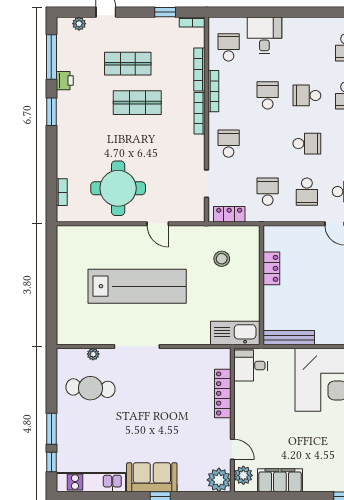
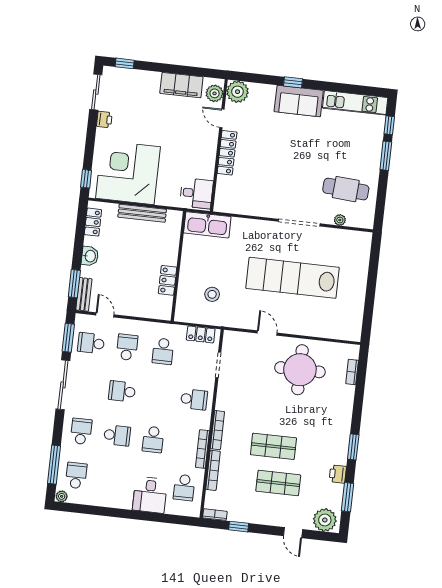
plant: (79, 24) -> (325, 520), width x1.87, depth x1.87
window: (51, 57) -> (348, 497), width x0.69
school desk: (229, 144) -> (194, 399), turned -90
bench: (289, 338) -> (142, 213), moved
locker: (223, 393) -> (227, 153), moved

